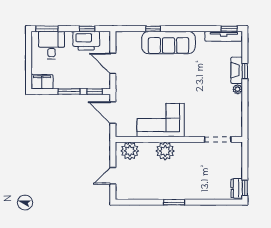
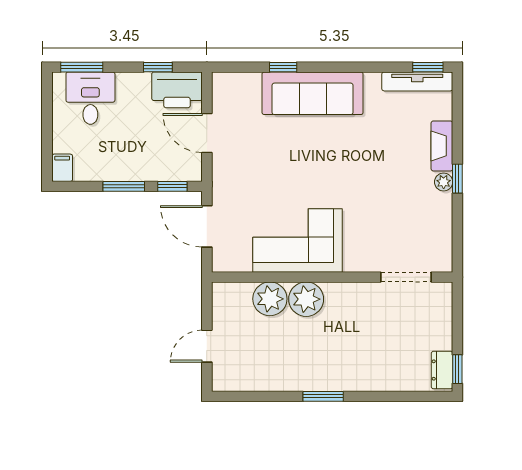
printer: (86, 41) -> (177, 90), moved
window: (245, 71) -> (457, 179), moved
filing cabinet: (42, 82) -> (62, 168), width x0.50
plant: (130, 151) -> (270, 299), moved

